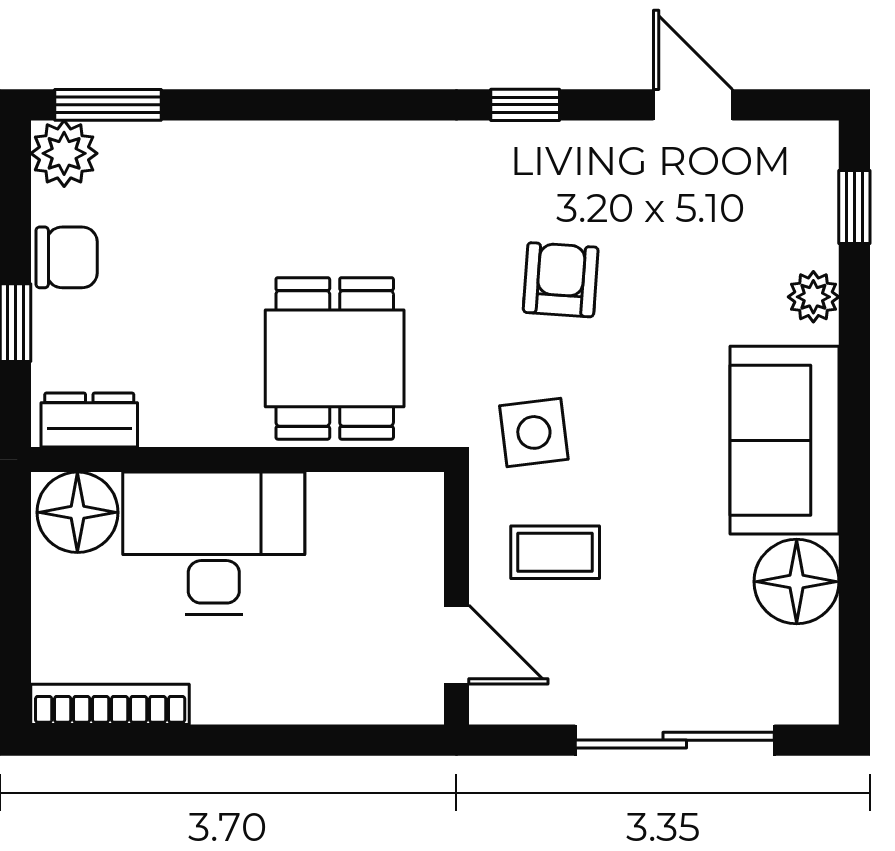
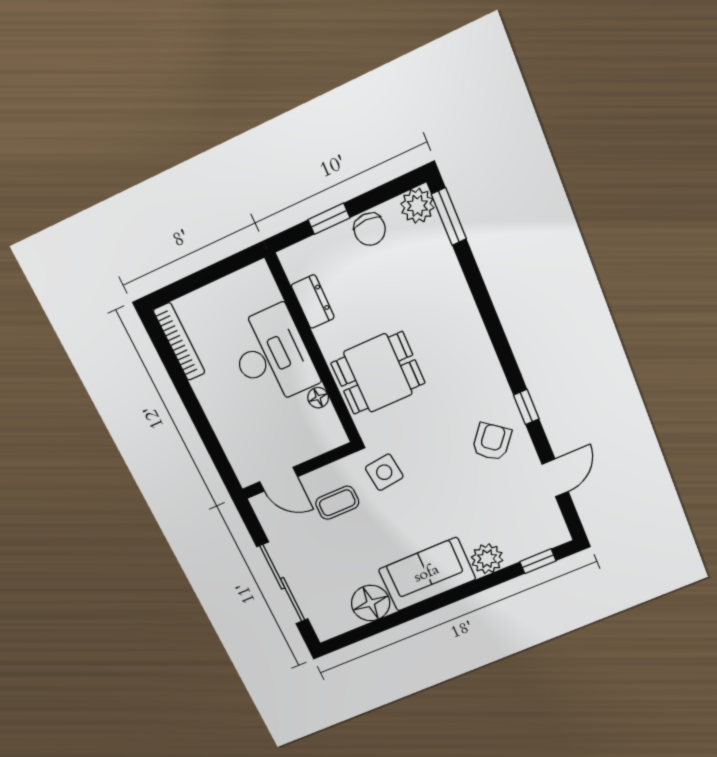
armchair: (561, 280) -> (492, 442), moved, turned -56
plant: (813, 297) -> (487, 559), width x1.38, depth x1.38
dresser: (89, 420) -> (313, 302), moved
floor lamp: (77, 512) -> (318, 398), moved, width x0.53, depth x0.53
coffee table: (555, 552) -> (337, 503), turned 90
door: (456, 645) -> (279, 479), hinge flipped

